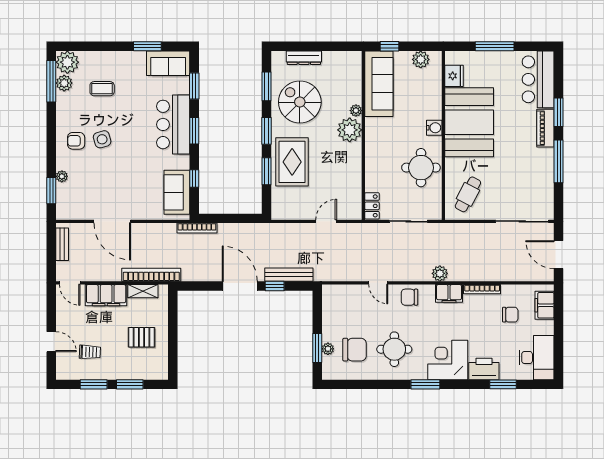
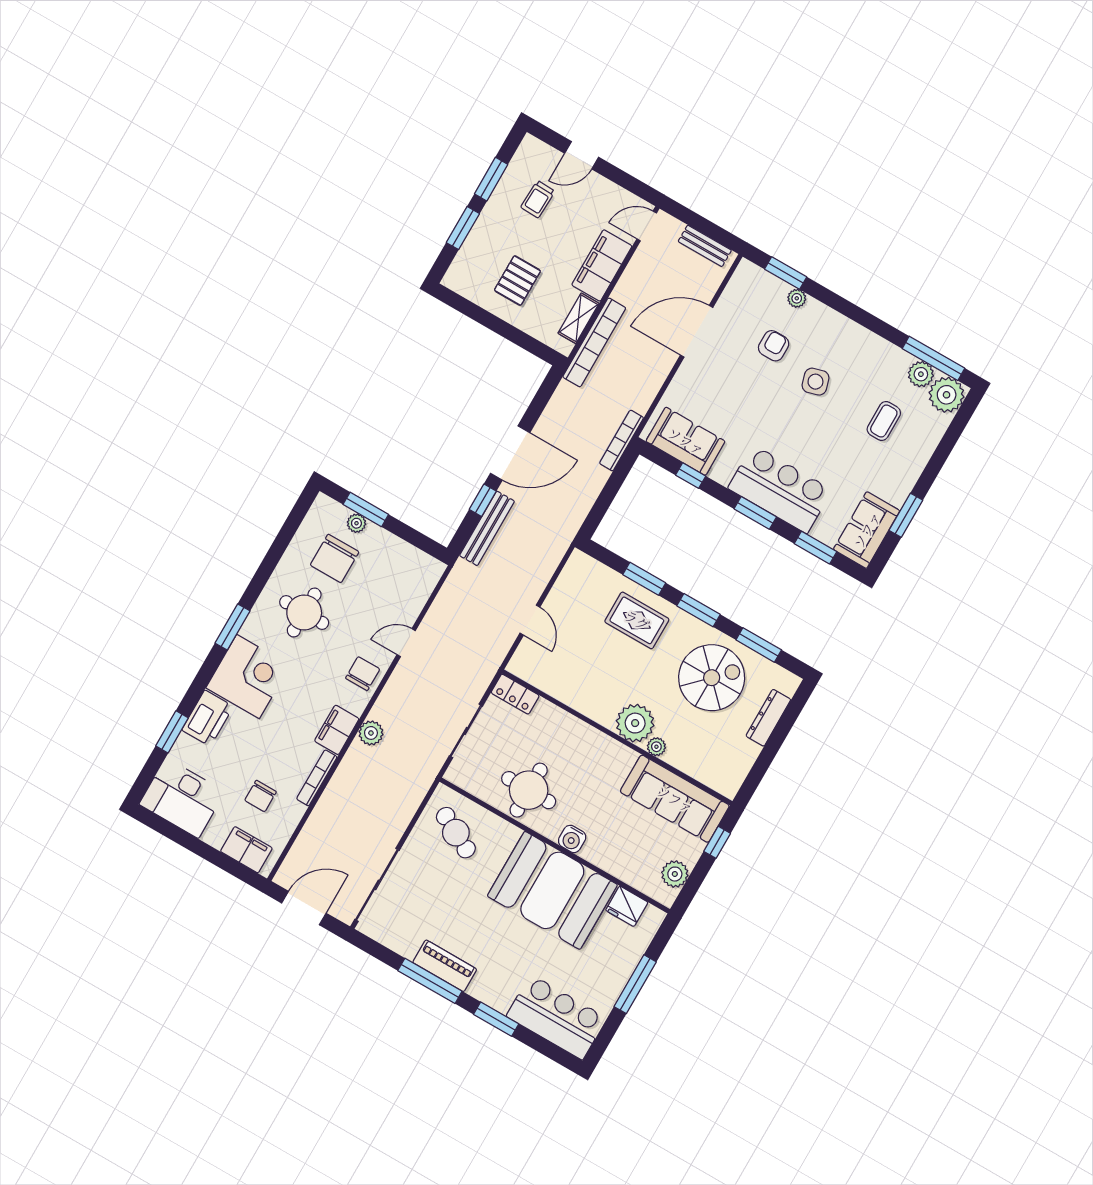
piano: (545, 128) -> (445, 966), moved
armchair: (76, 141) -> (774, 346), moved
rug: (292, 162) -> (637, 620), width x0.73, depth x0.70

